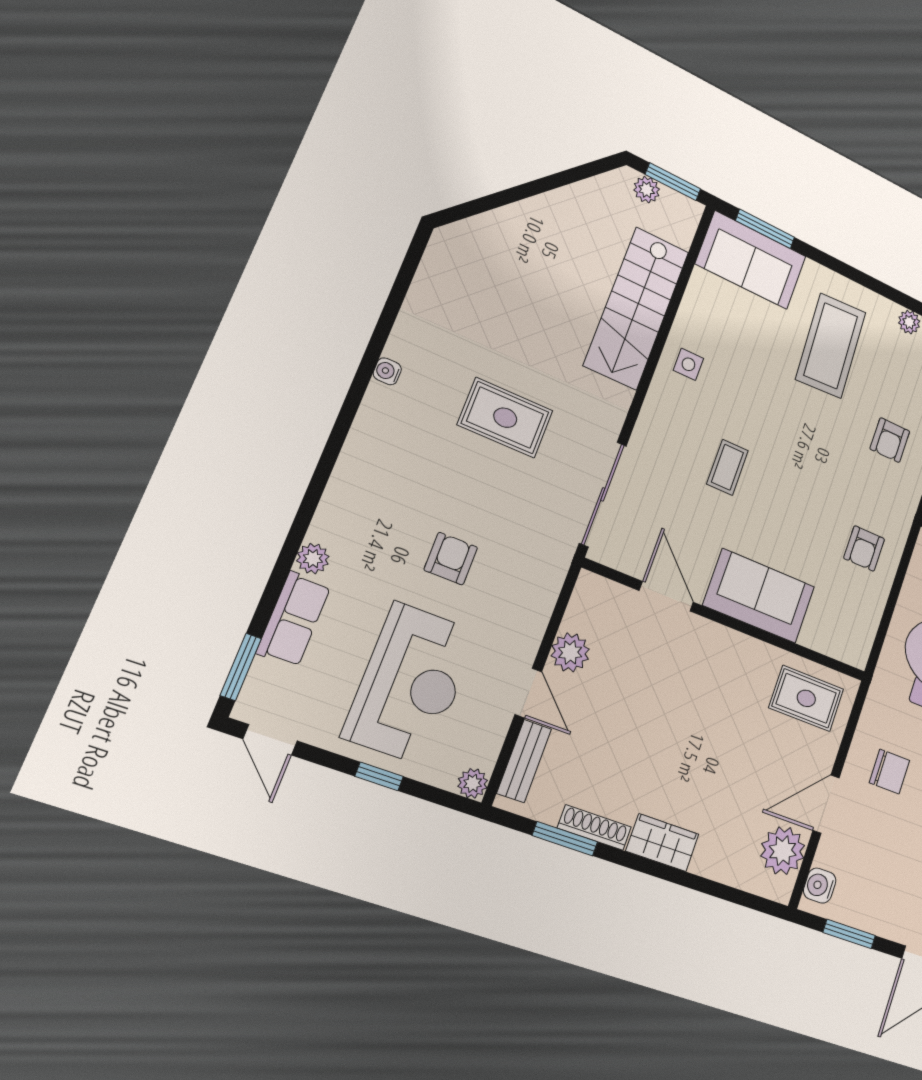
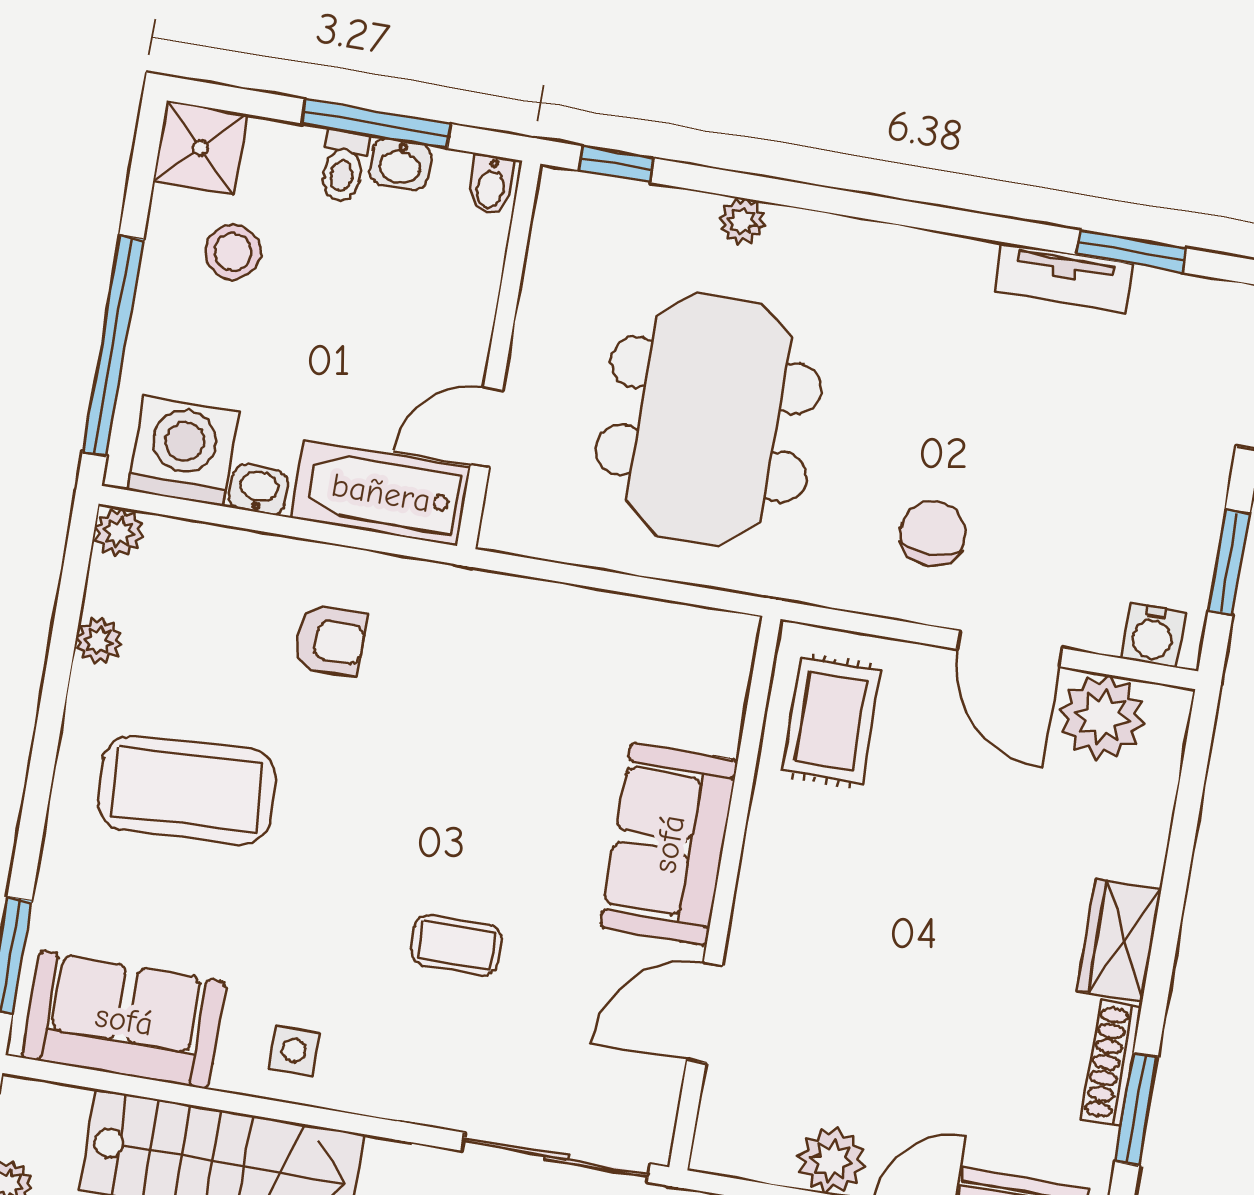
sofa: (751, 260) -> (124, 1020), moved, turned -90
armchair: (864, 548) -> (541, 657), removed

